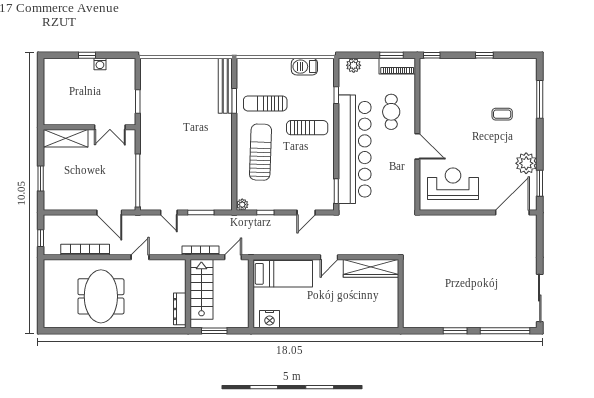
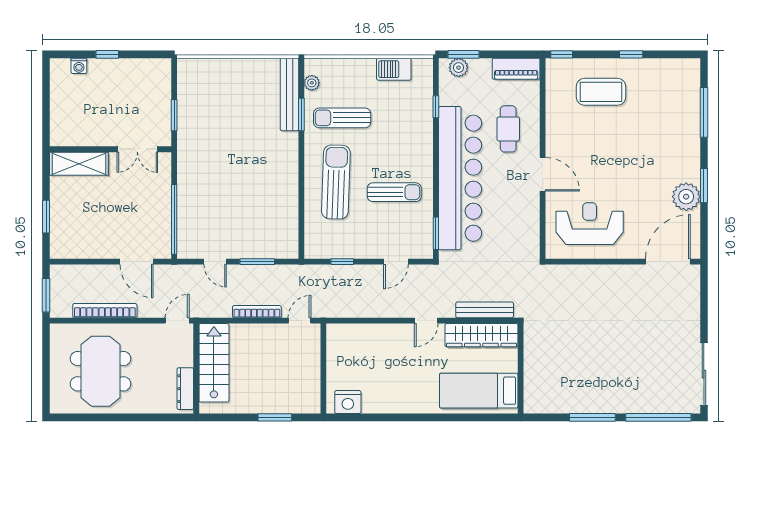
window: (392, 55) -> (463, 54), moved
washing machine: (100, 64) -> (79, 66), moved
coffee table: (502, 114) -> (601, 92), moved, width x1.86, depth x1.72
sun lounger: (307, 128) -> (394, 192), moved
window: (540, 183) -> (704, 186), moved
plant: (242, 205) -> (312, 83), moved
window: (41, 238) -> (46, 295), width x1.50
bench: (373, 249) -> (485, 310), added
bed: (283, 274) -> (479, 391), moved, turned 180
stairs: (201, 289) -> (214, 363), moved
wall: (188, 294) -> (196, 369), moved
meeting table: (101, 296) -> (101, 371), moved
dresser: (180, 309) -> (185, 389), moved
window: (455, 331) -> (592, 417), width x1.44

